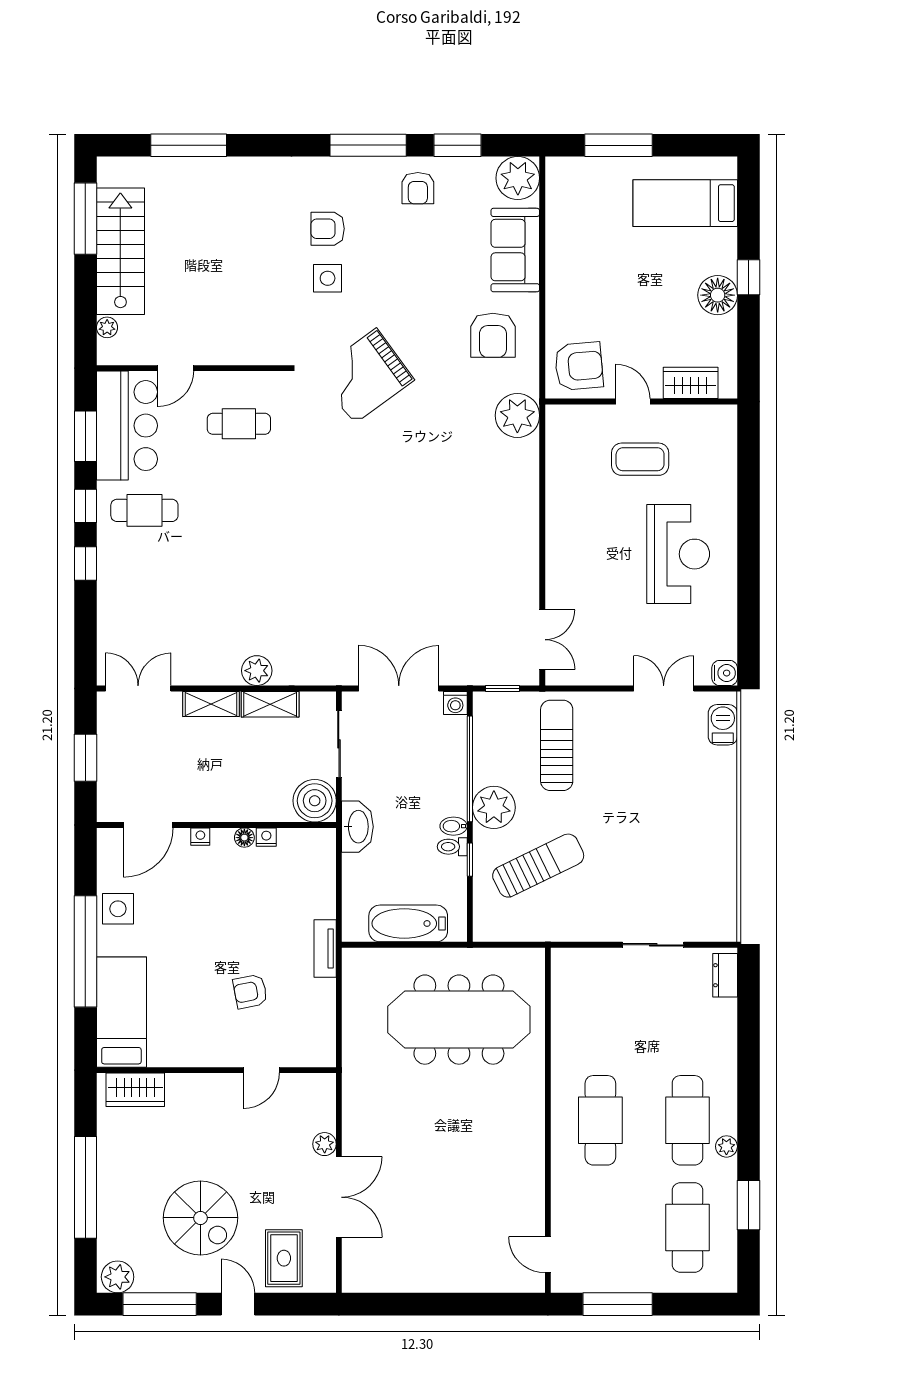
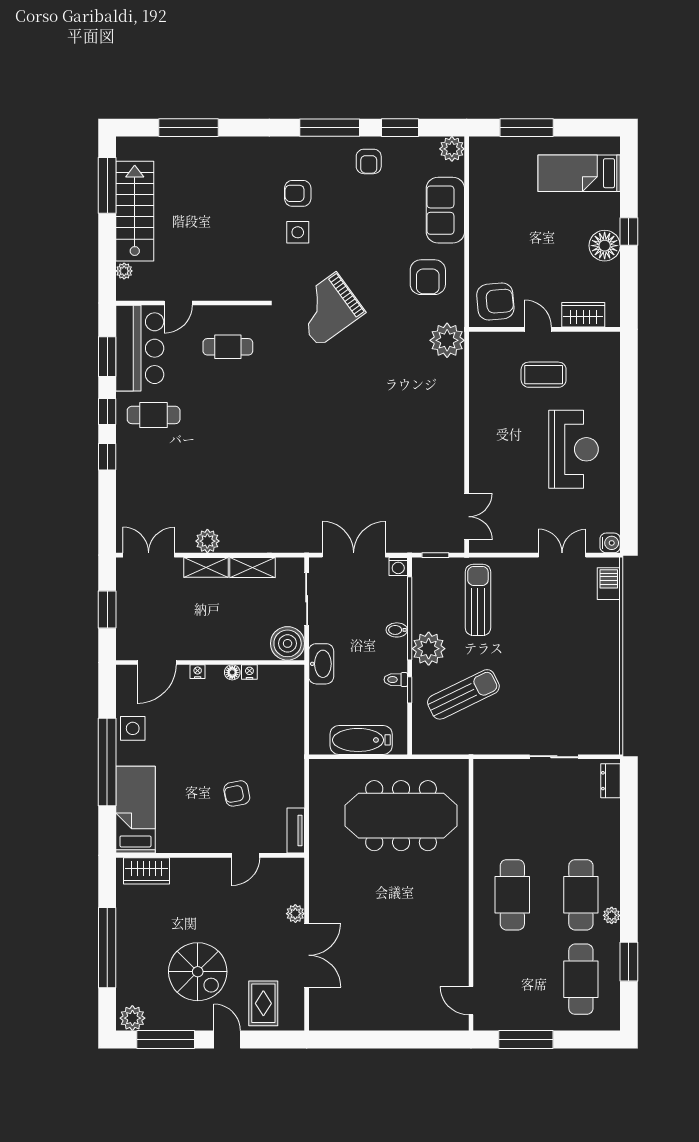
plant: (518, 178) -> (452, 149), width x0.73, depth x0.73
plant: (257, 671) -> (207, 541), moved
bidet: (454, 826) -> (397, 630), moved
tv unit: (325, 949) -> (296, 830), moved

